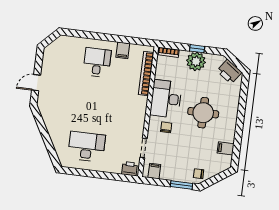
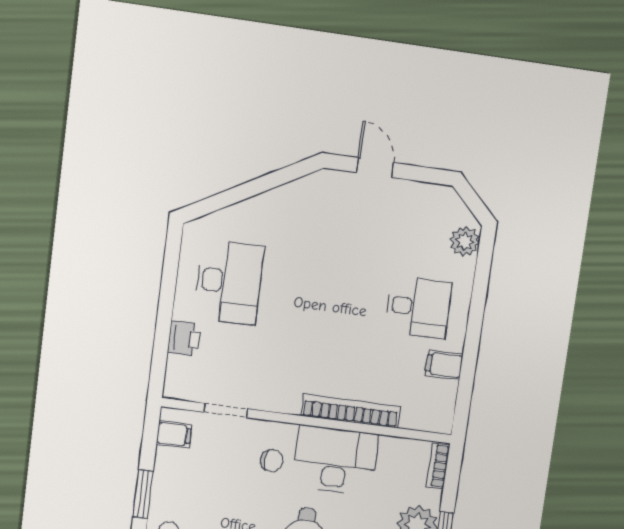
plant: (68, 42) -> (465, 241), added
bookcase: (146, 74) -> (351, 411), moved
printer: (130, 169) -> (184, 338), moved

